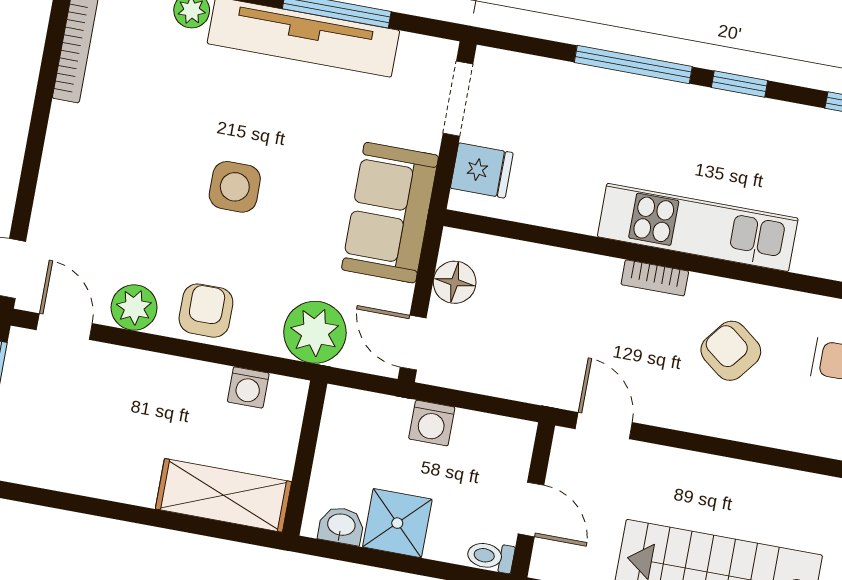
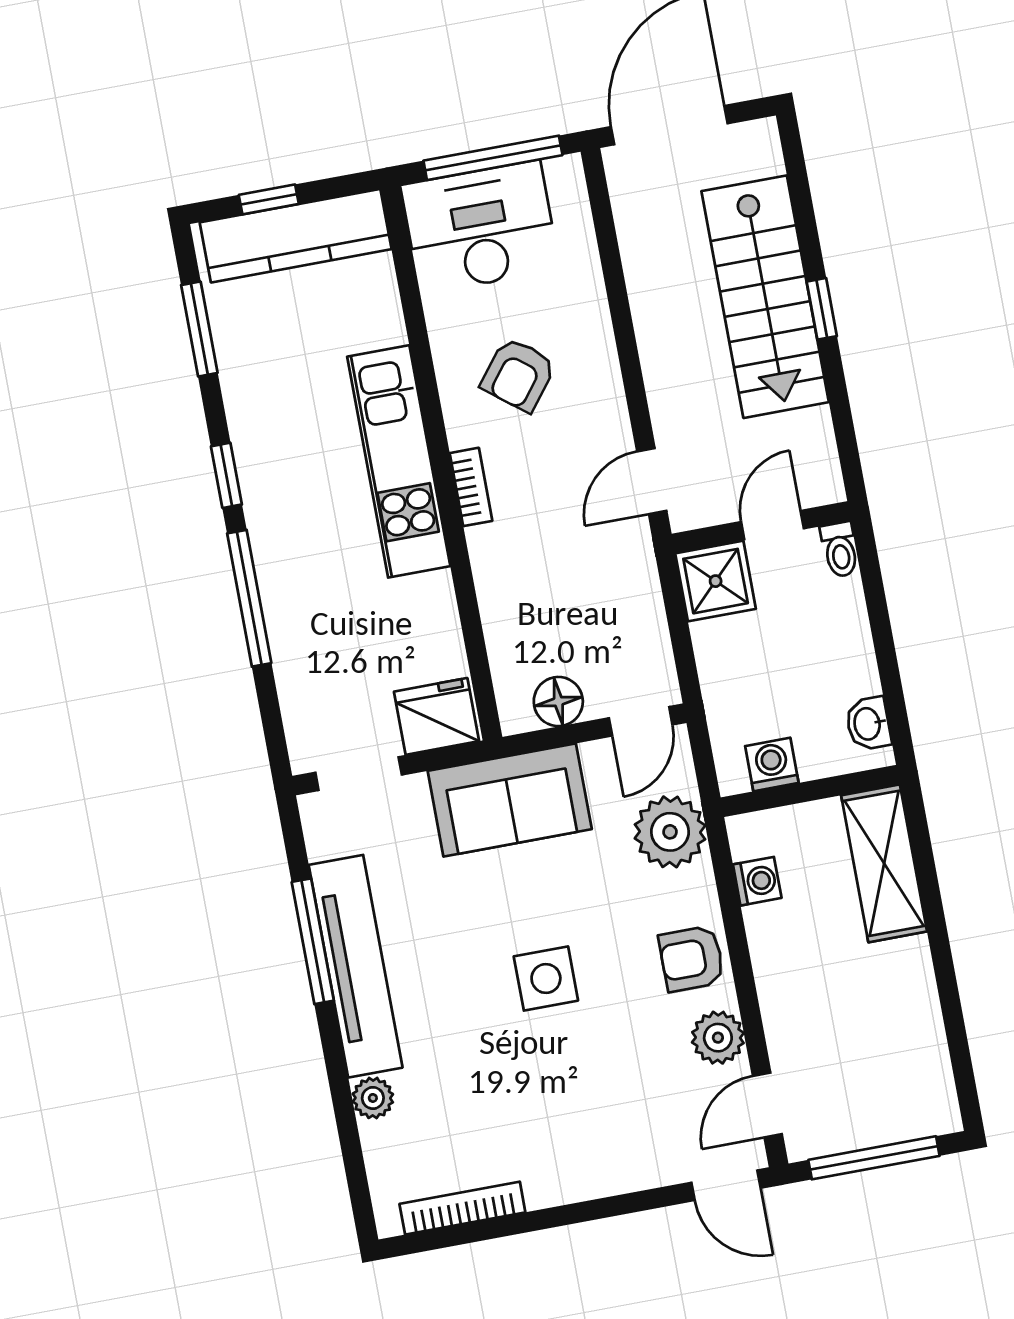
fridge: (482, 170) -> (436, 716), width x1.38
washing machine: (432, 423) -> (772, 764), moved, turned -90
shower: (397, 523) -> (716, 581), moved

